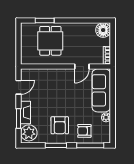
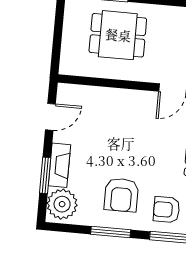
dining table: (50, 41) -> (118, 35), turned 90

